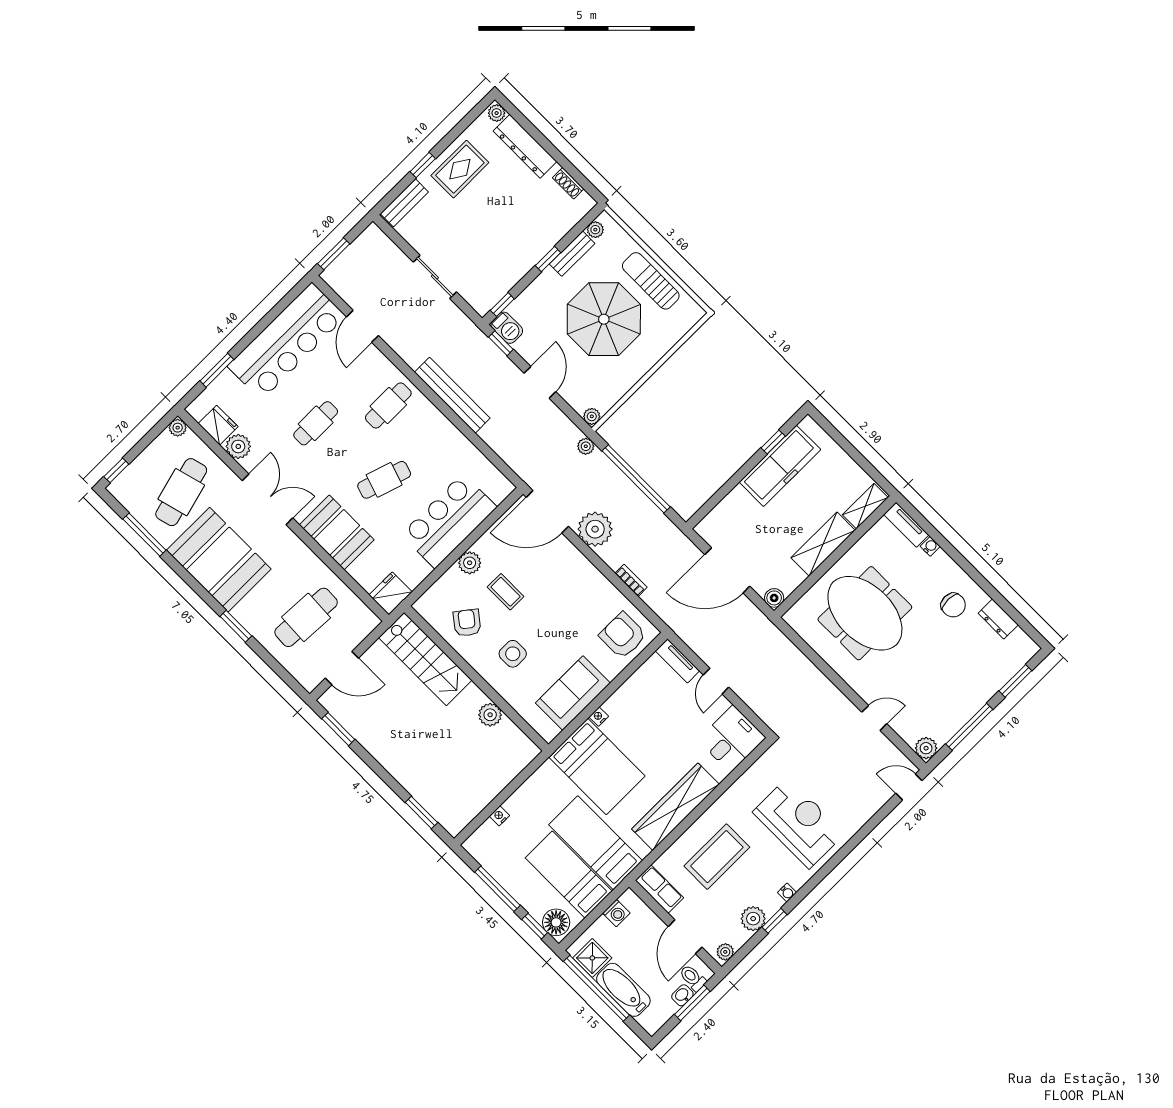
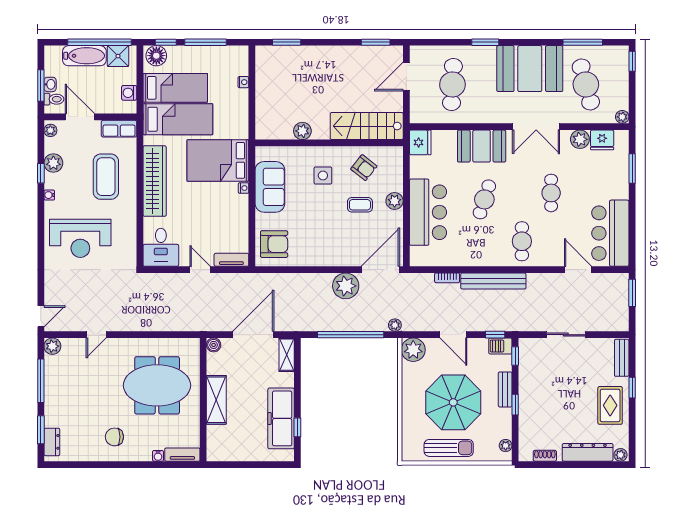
bench: (572, 254) -> (505, 389), moved
bar counter: (287, 341) -> (610, 233), width x0.73
plant: (592, 416) -> (413, 350), width x1.88, depth x1.88
shelving: (865, 506) -> (287, 355), moved
bookcase: (631, 580) -> (447, 278), moved
dresser: (998, 619) -> (52, 442), moved, turned 90

